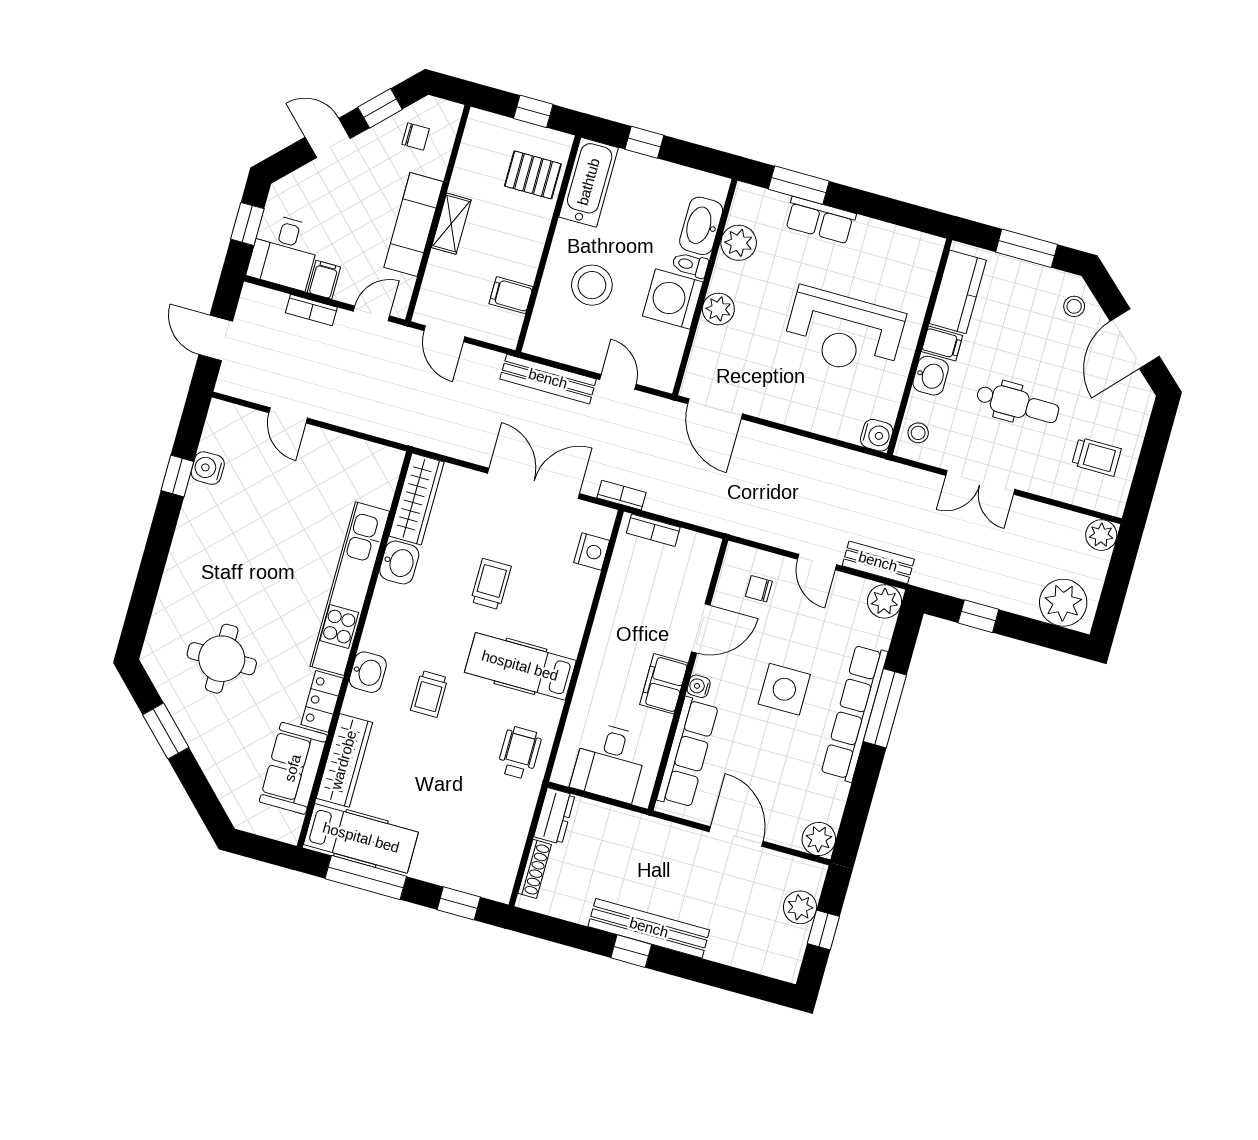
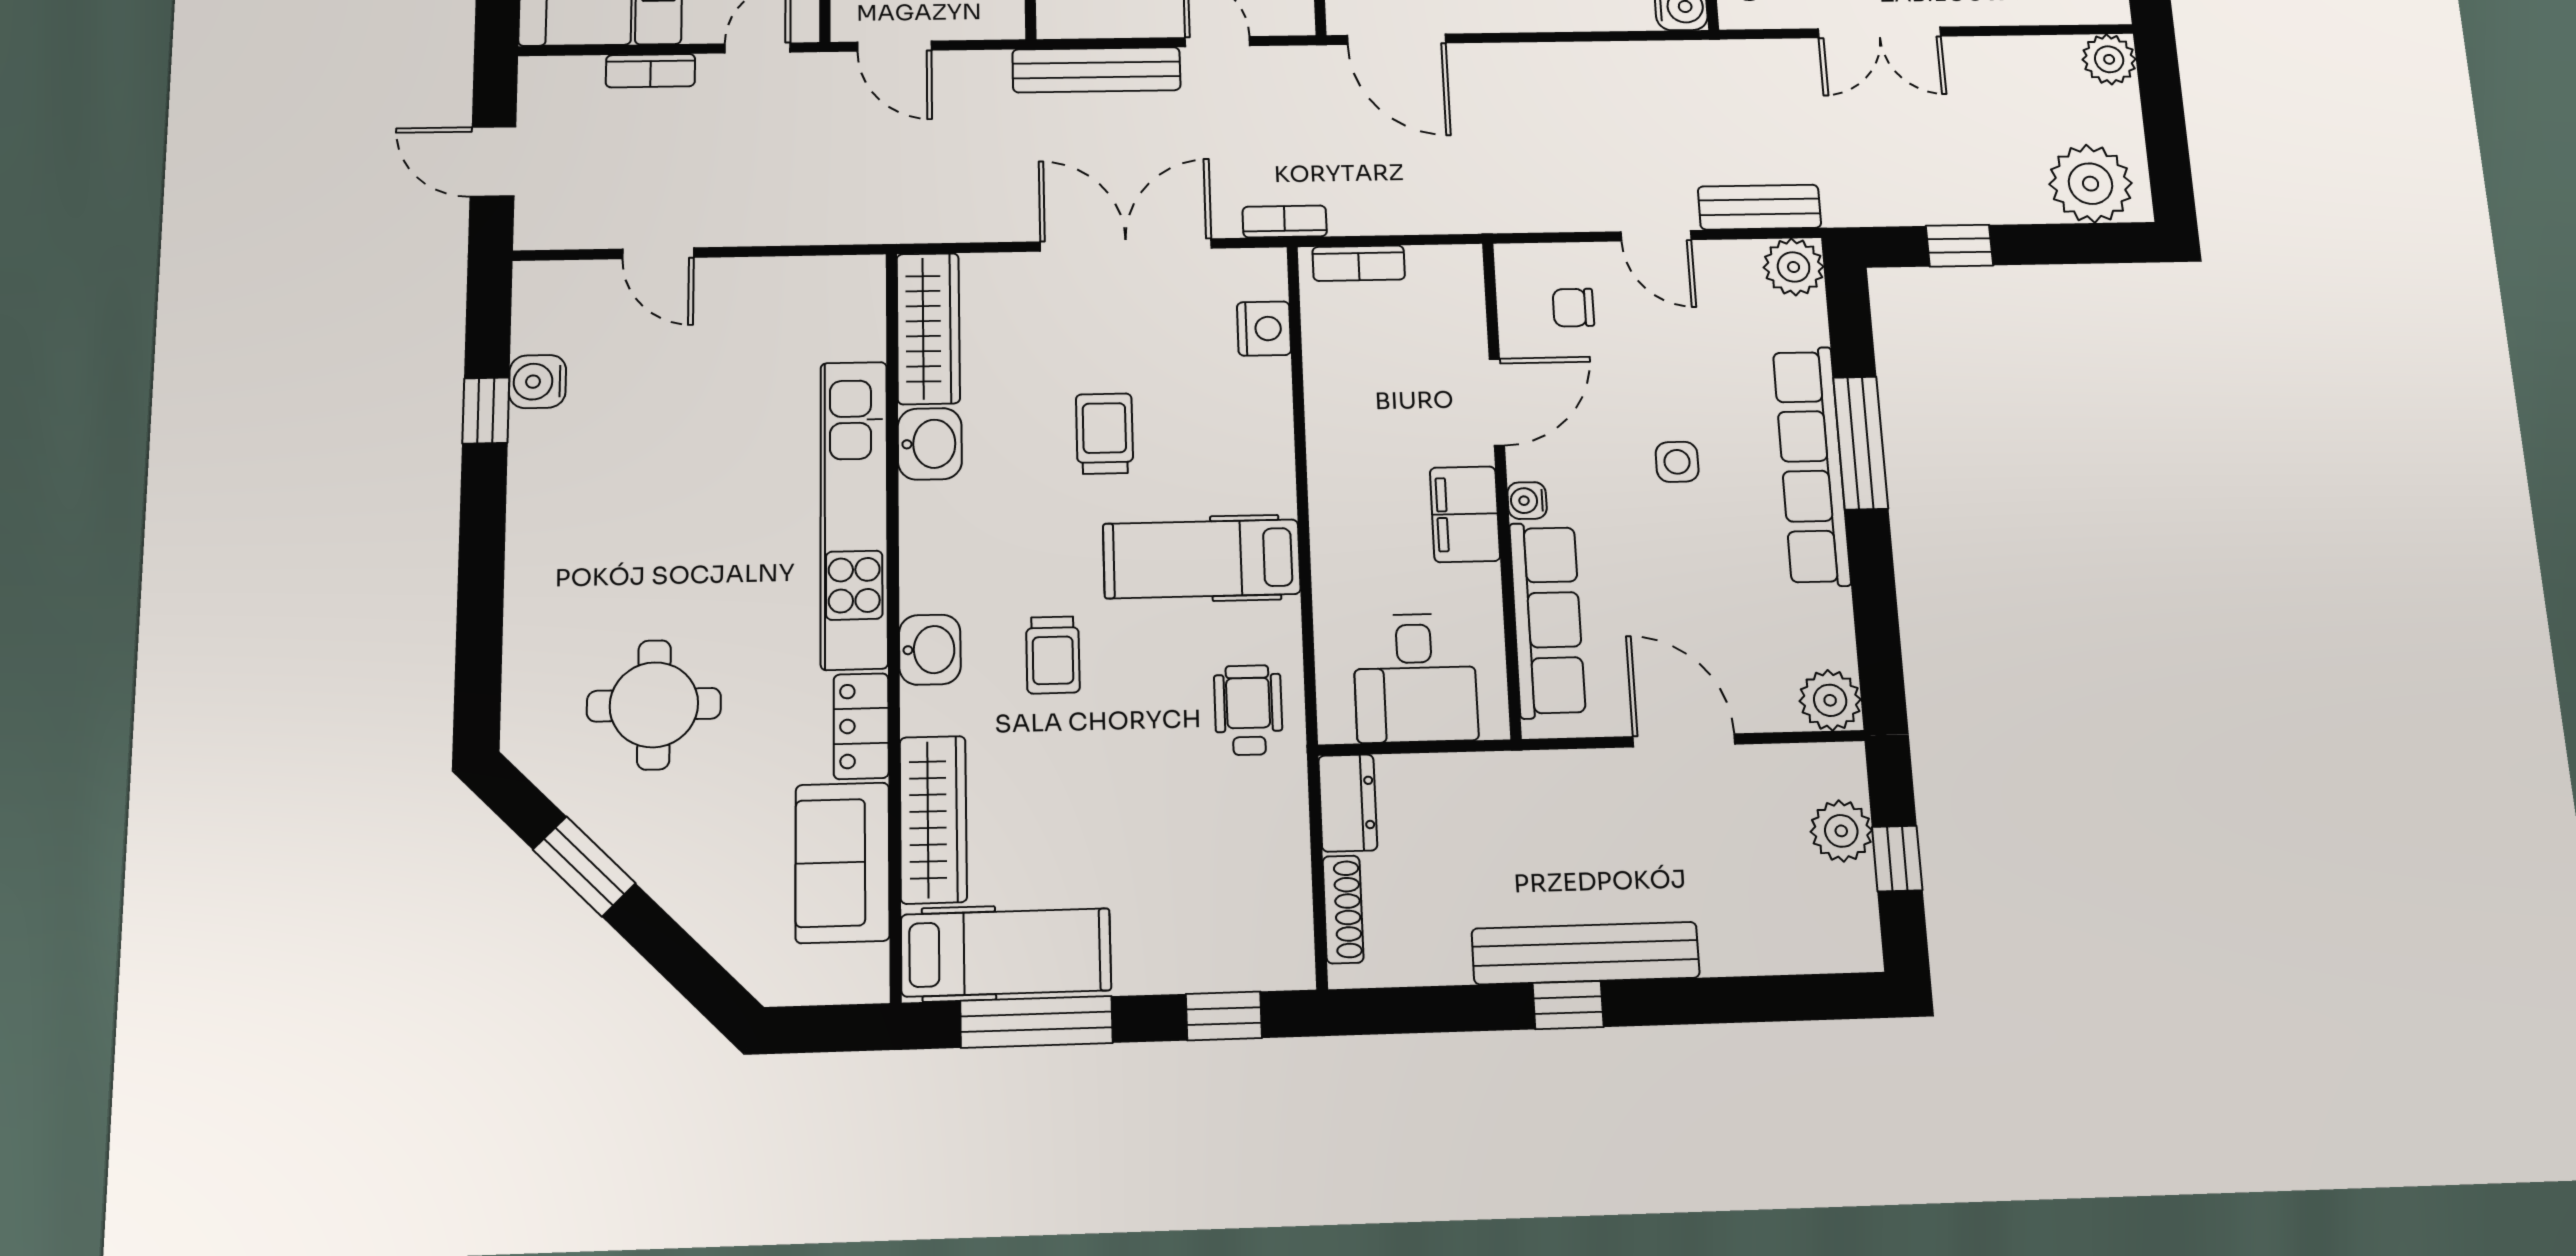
side table: (784, 689) -> (1677, 462), width x0.54, depth x0.54

